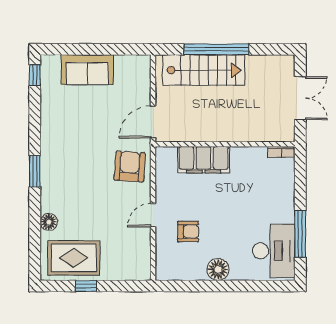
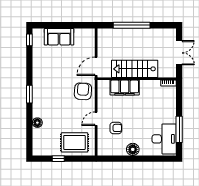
stairs: (204, 70) -> (135, 69), moved, turned 180
rug: (74, 258) -> (74, 142), moved

